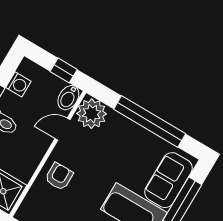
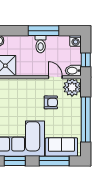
washing machine: (18, 84) -> (76, 41), moved
armchair: (59, 176) -> (51, 102), moved

